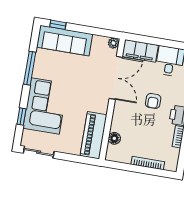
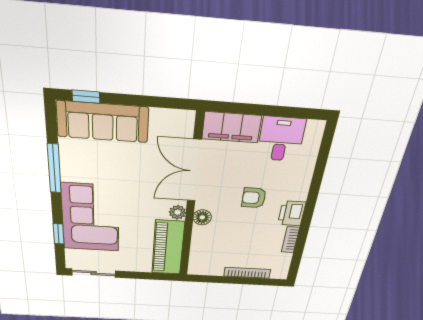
plant: (113, 43) -> (177, 212), moved
double door: (116, 78) -> (194, 171), swing flipped
armchair: (153, 101) -> (254, 198), turned 90
floor lamp: (114, 138) -> (202, 217), moved

